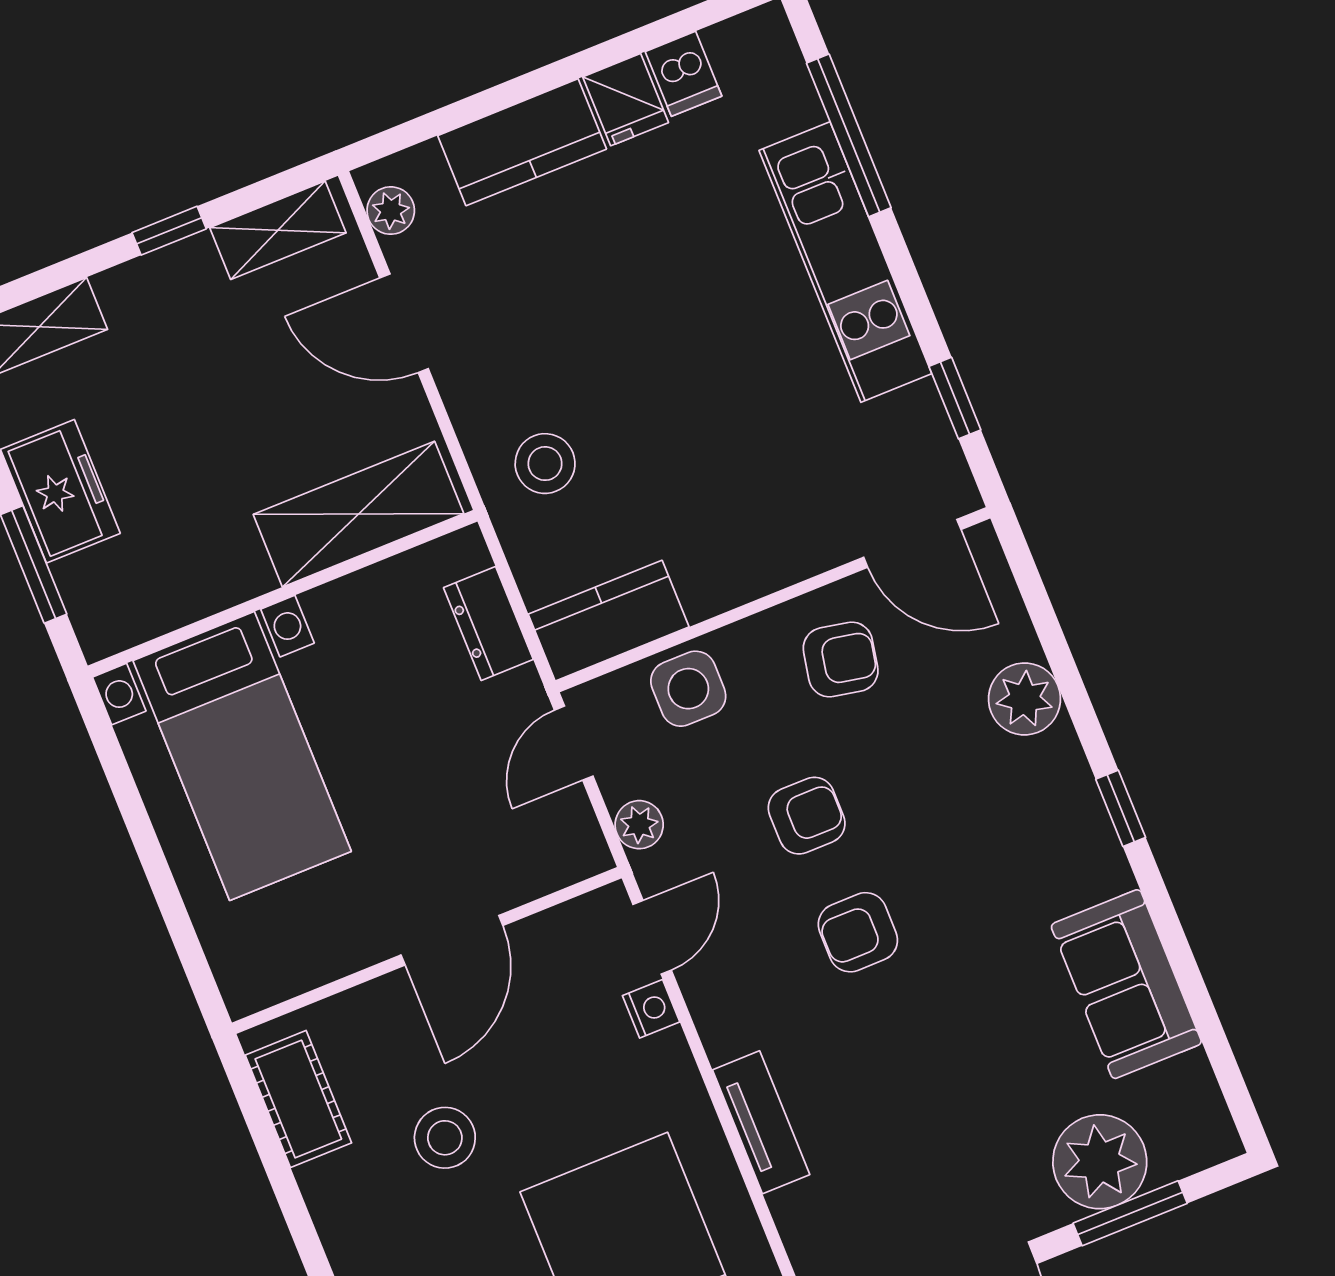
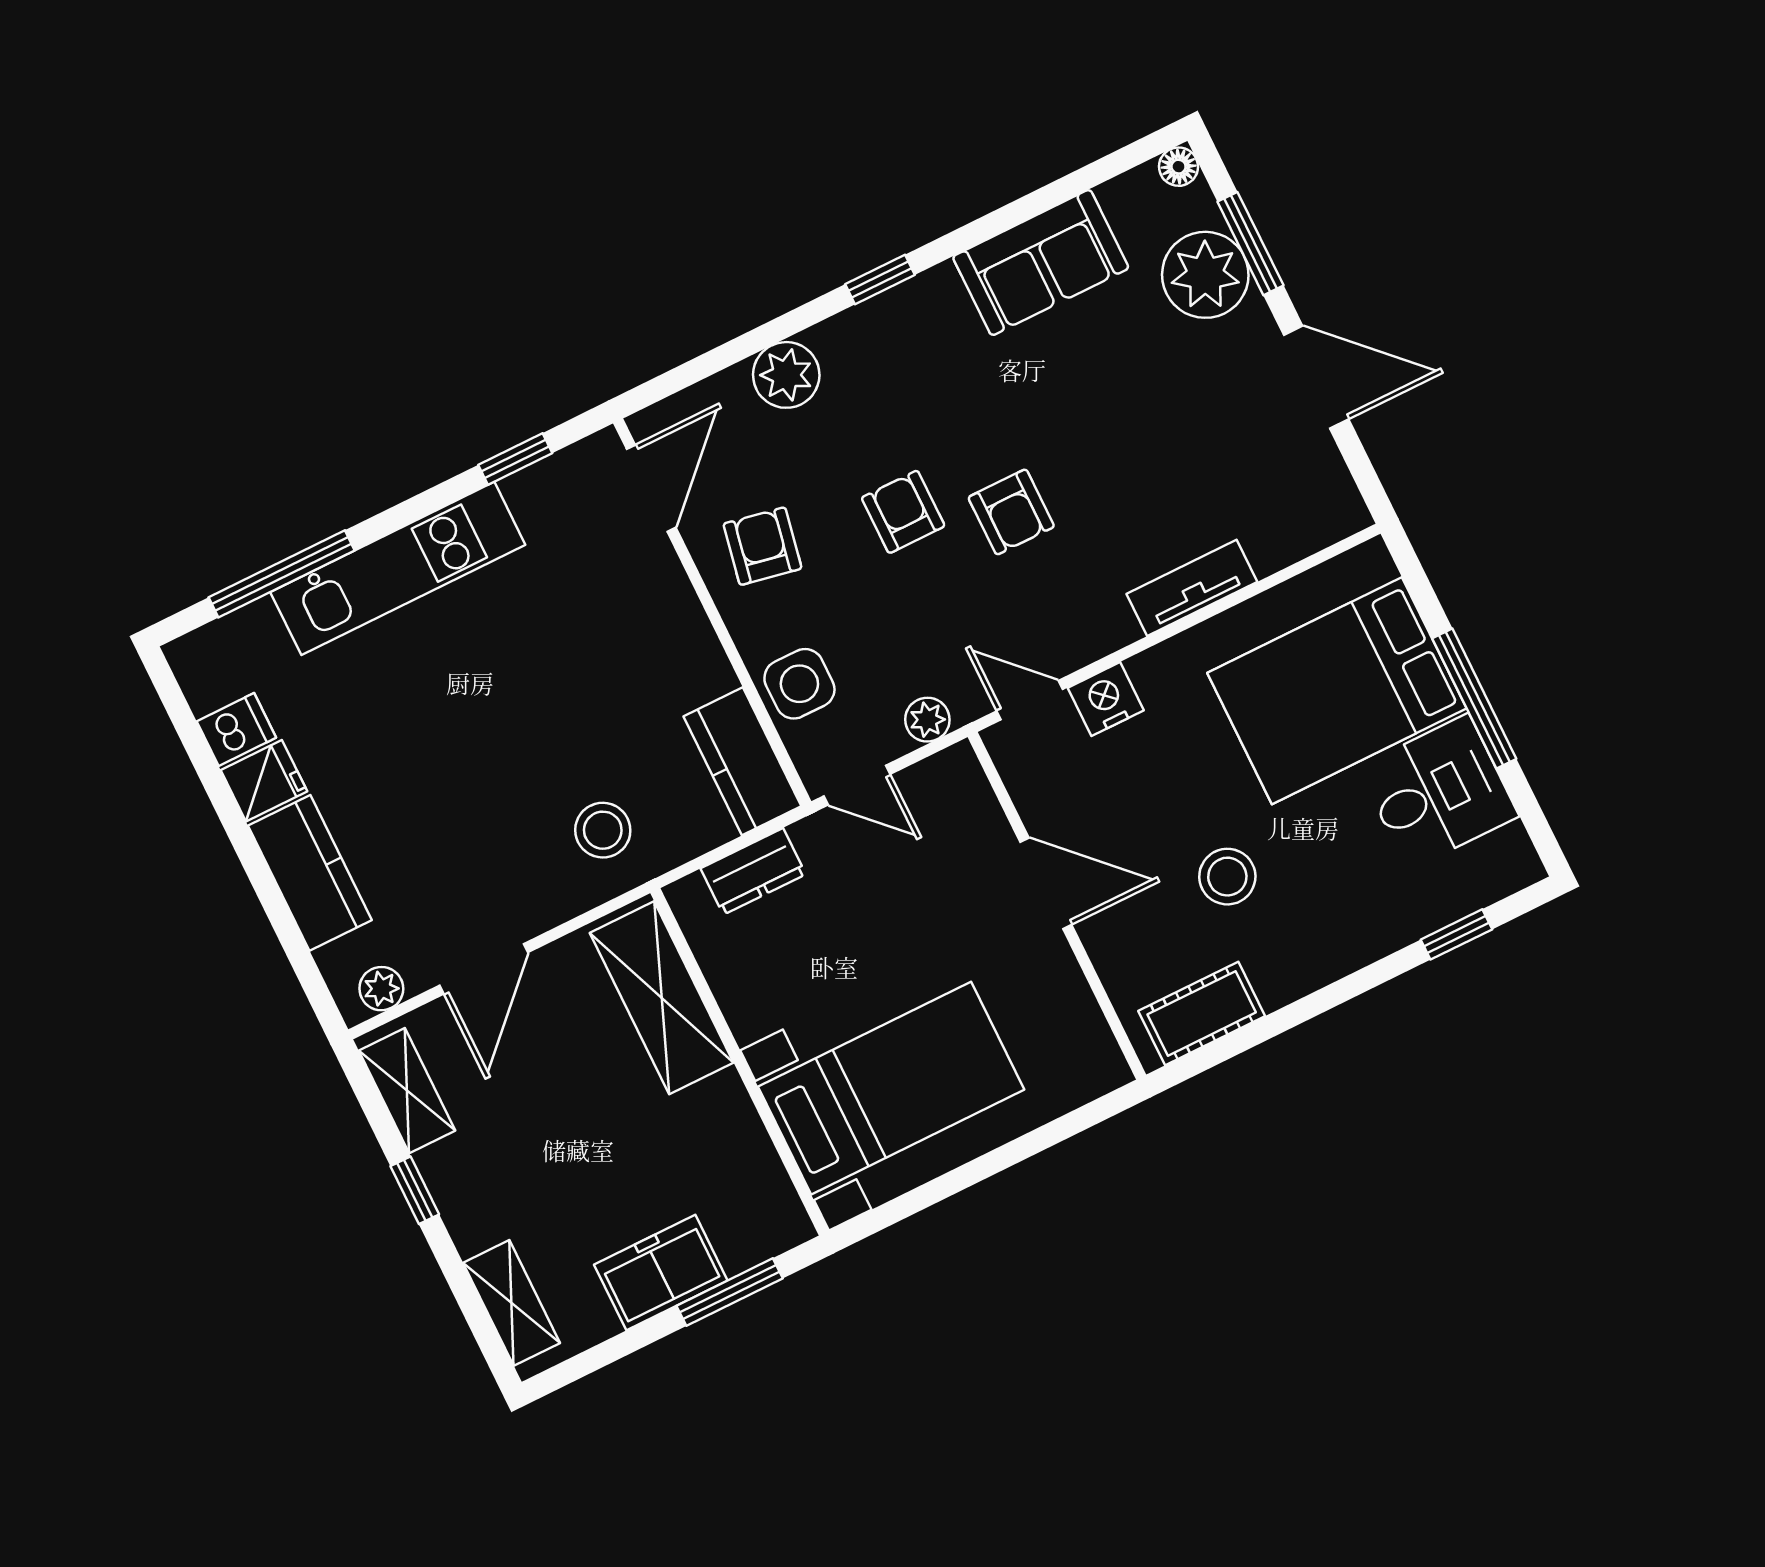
armchair: (807, 816) -> (903, 512), moved
nightstand: (651, 1009) -> (1106, 699), width x1.39, depth x1.35
floor lamp: (1219, 1141) -> (1179, 167), added

